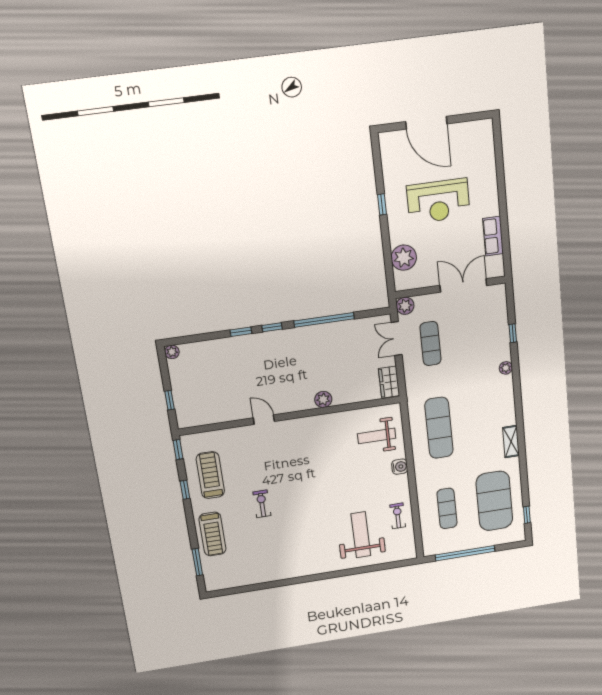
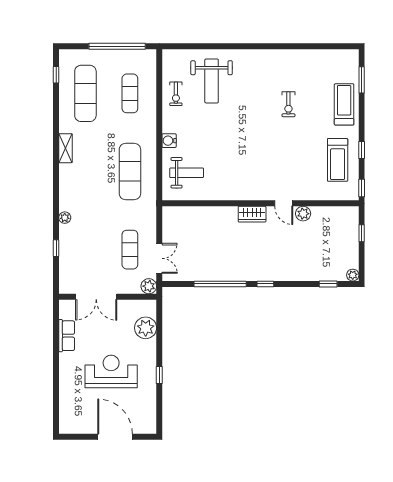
window: (241, 332) -> (328, 284), moved
wardrobe: (389, 382) -> (252, 214), moved, turned 90
plant: (323, 399) -> (303, 214), moved
exercise mat: (494, 501) -> (85, 93), width x0.68
exercise bike: (262, 504) -> (288, 104), moved

